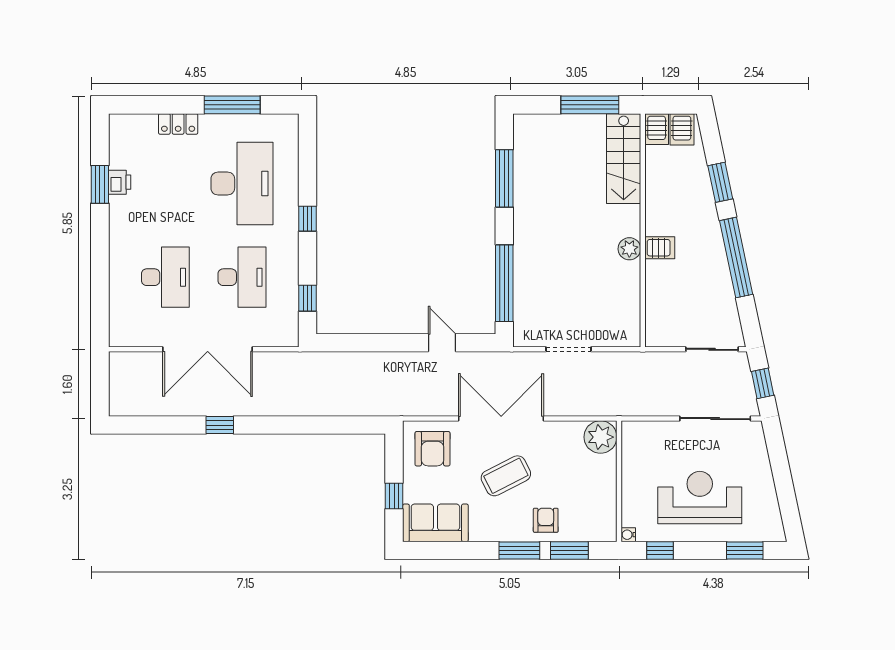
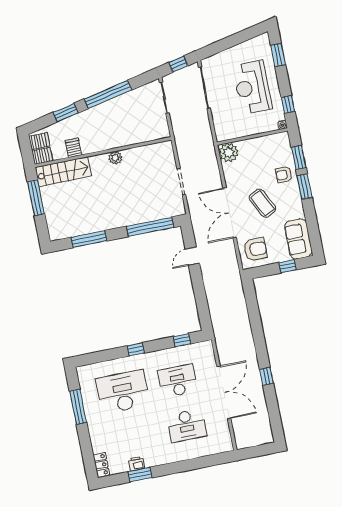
locker: (178, 124) -> (101, 465), moved
server rack: (660, 248) -> (73, 148), moved
desk: (165, 277) -> (187, 426), turned 180

